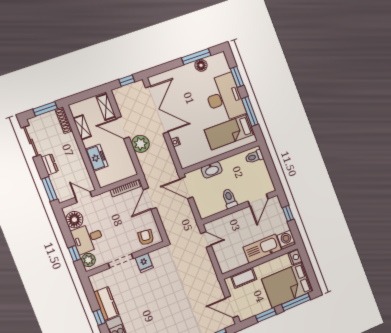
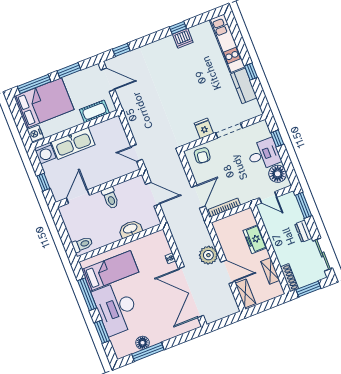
window: (127, 81) -> (223, 322), removed
door: (186, 188) -> (153, 194), moved
plant: (88, 260) -> (263, 132), removed

